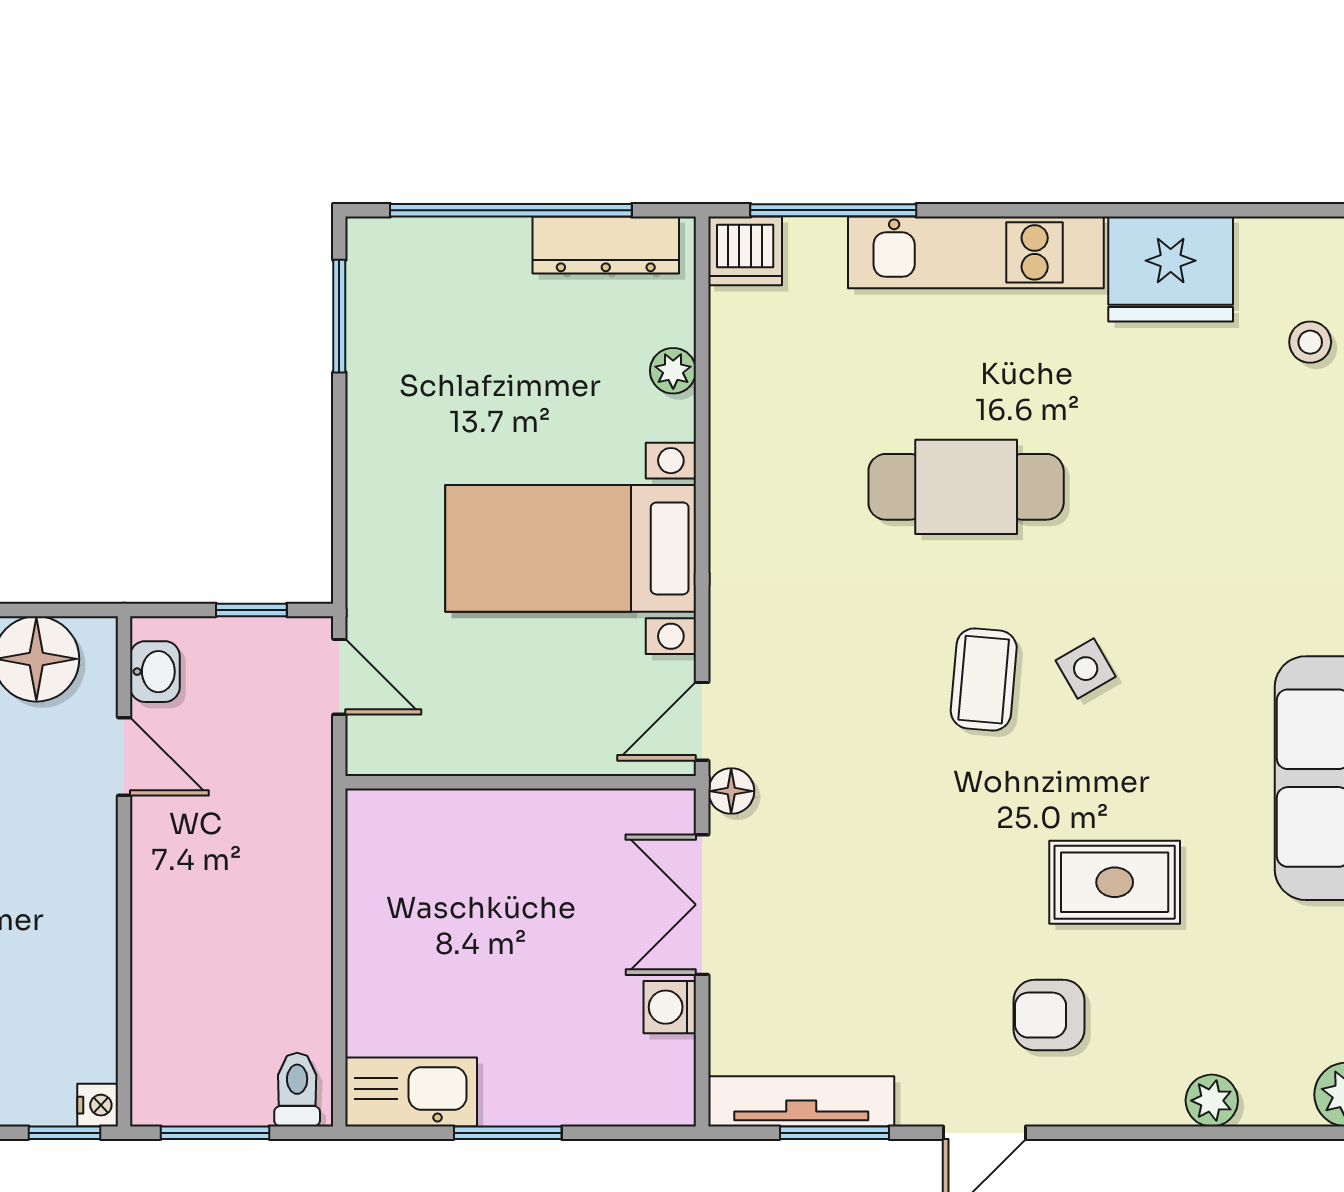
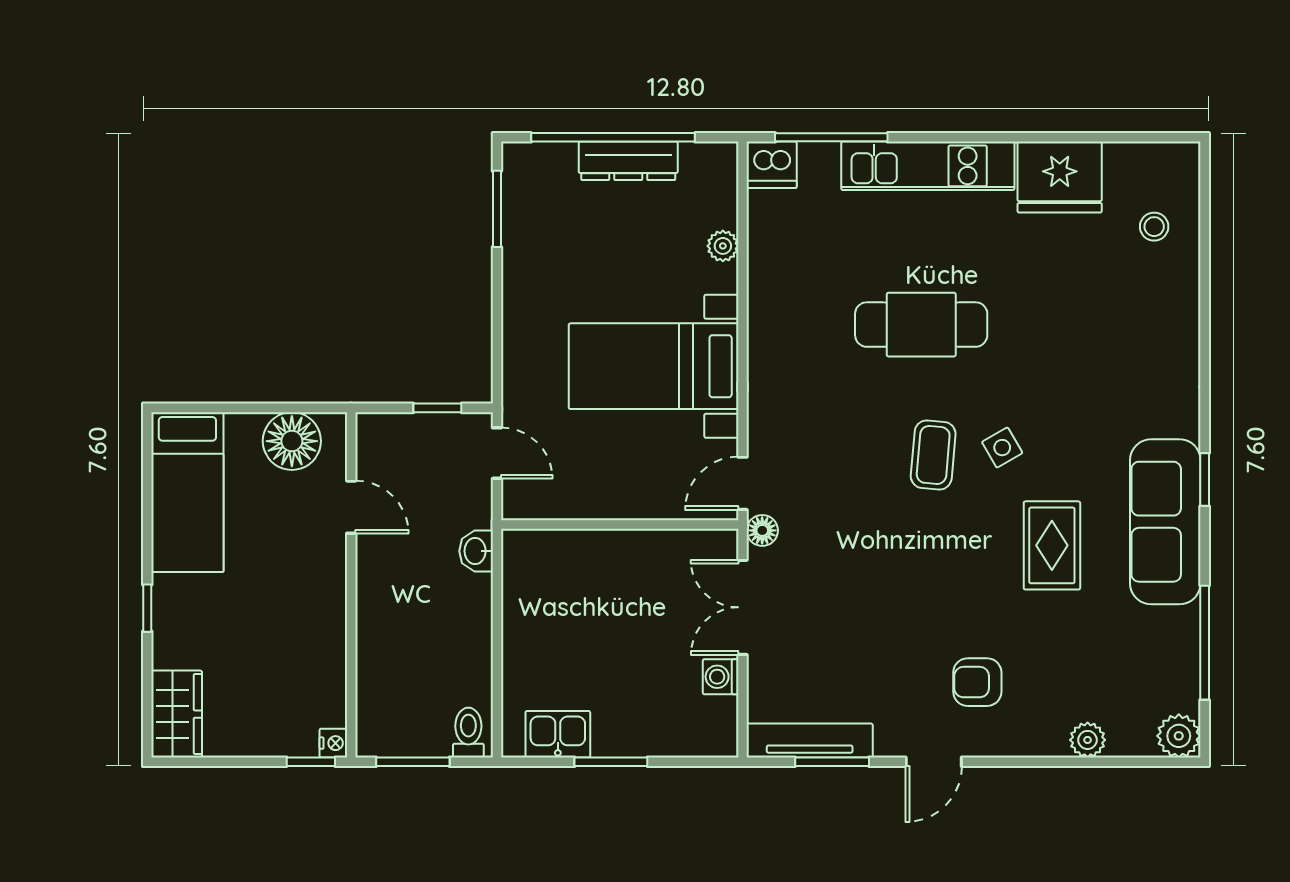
dresser: (606, 245) -> (628, 161), moved
washbasin: (155, 672) -> (476, 551), moved, turned 180
rug: (1115, 882) -> (1052, 545), moved, turned 90
kitchen sink: (411, 1092) -> (558, 734), width x0.73

